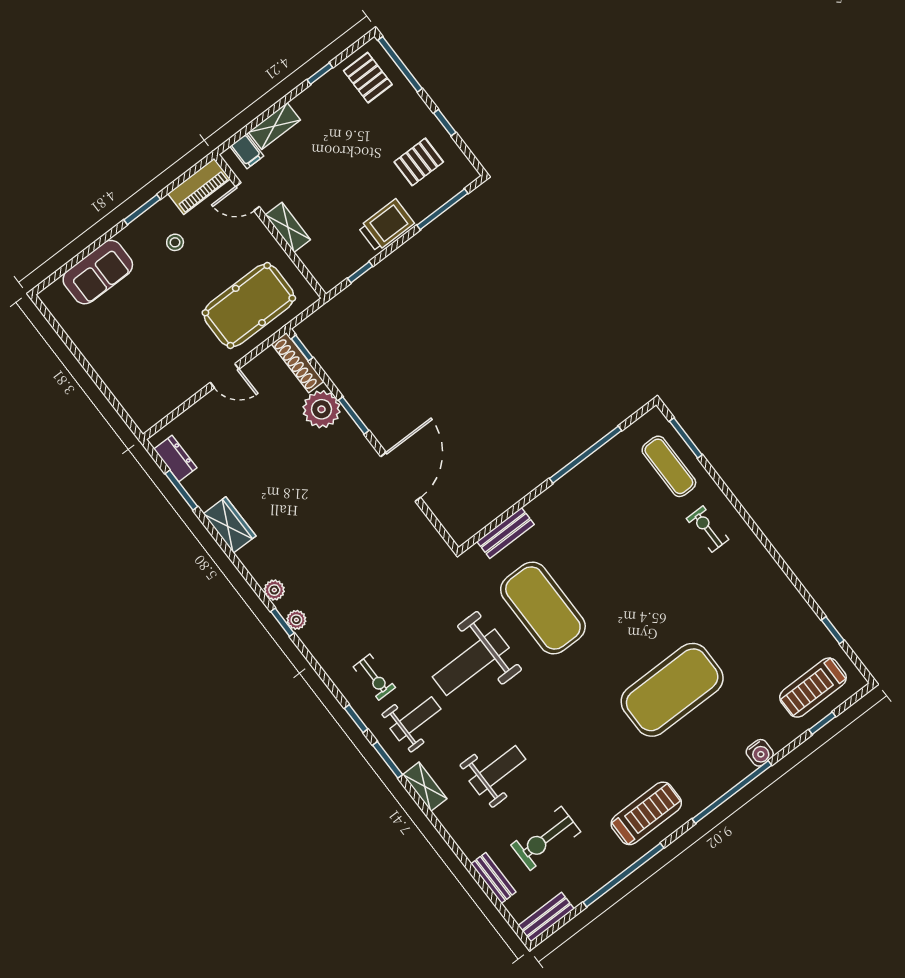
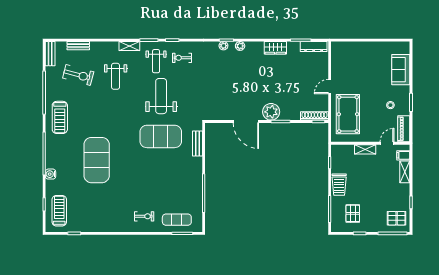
plant: (322, 409) -> (271, 112), moved
dresser: (175, 458) -> (314, 47), width x1.44
exercise bike: (546, 838) -> (78, 75), turned 105

